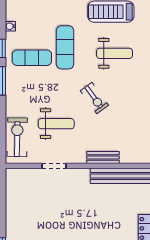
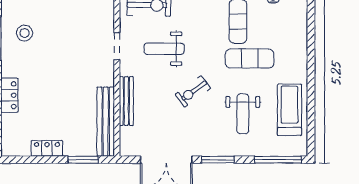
weight bench: (56, 124) -> (164, 49), turned 90
bench: (103, 157) -> (126, 101), width x1.36

